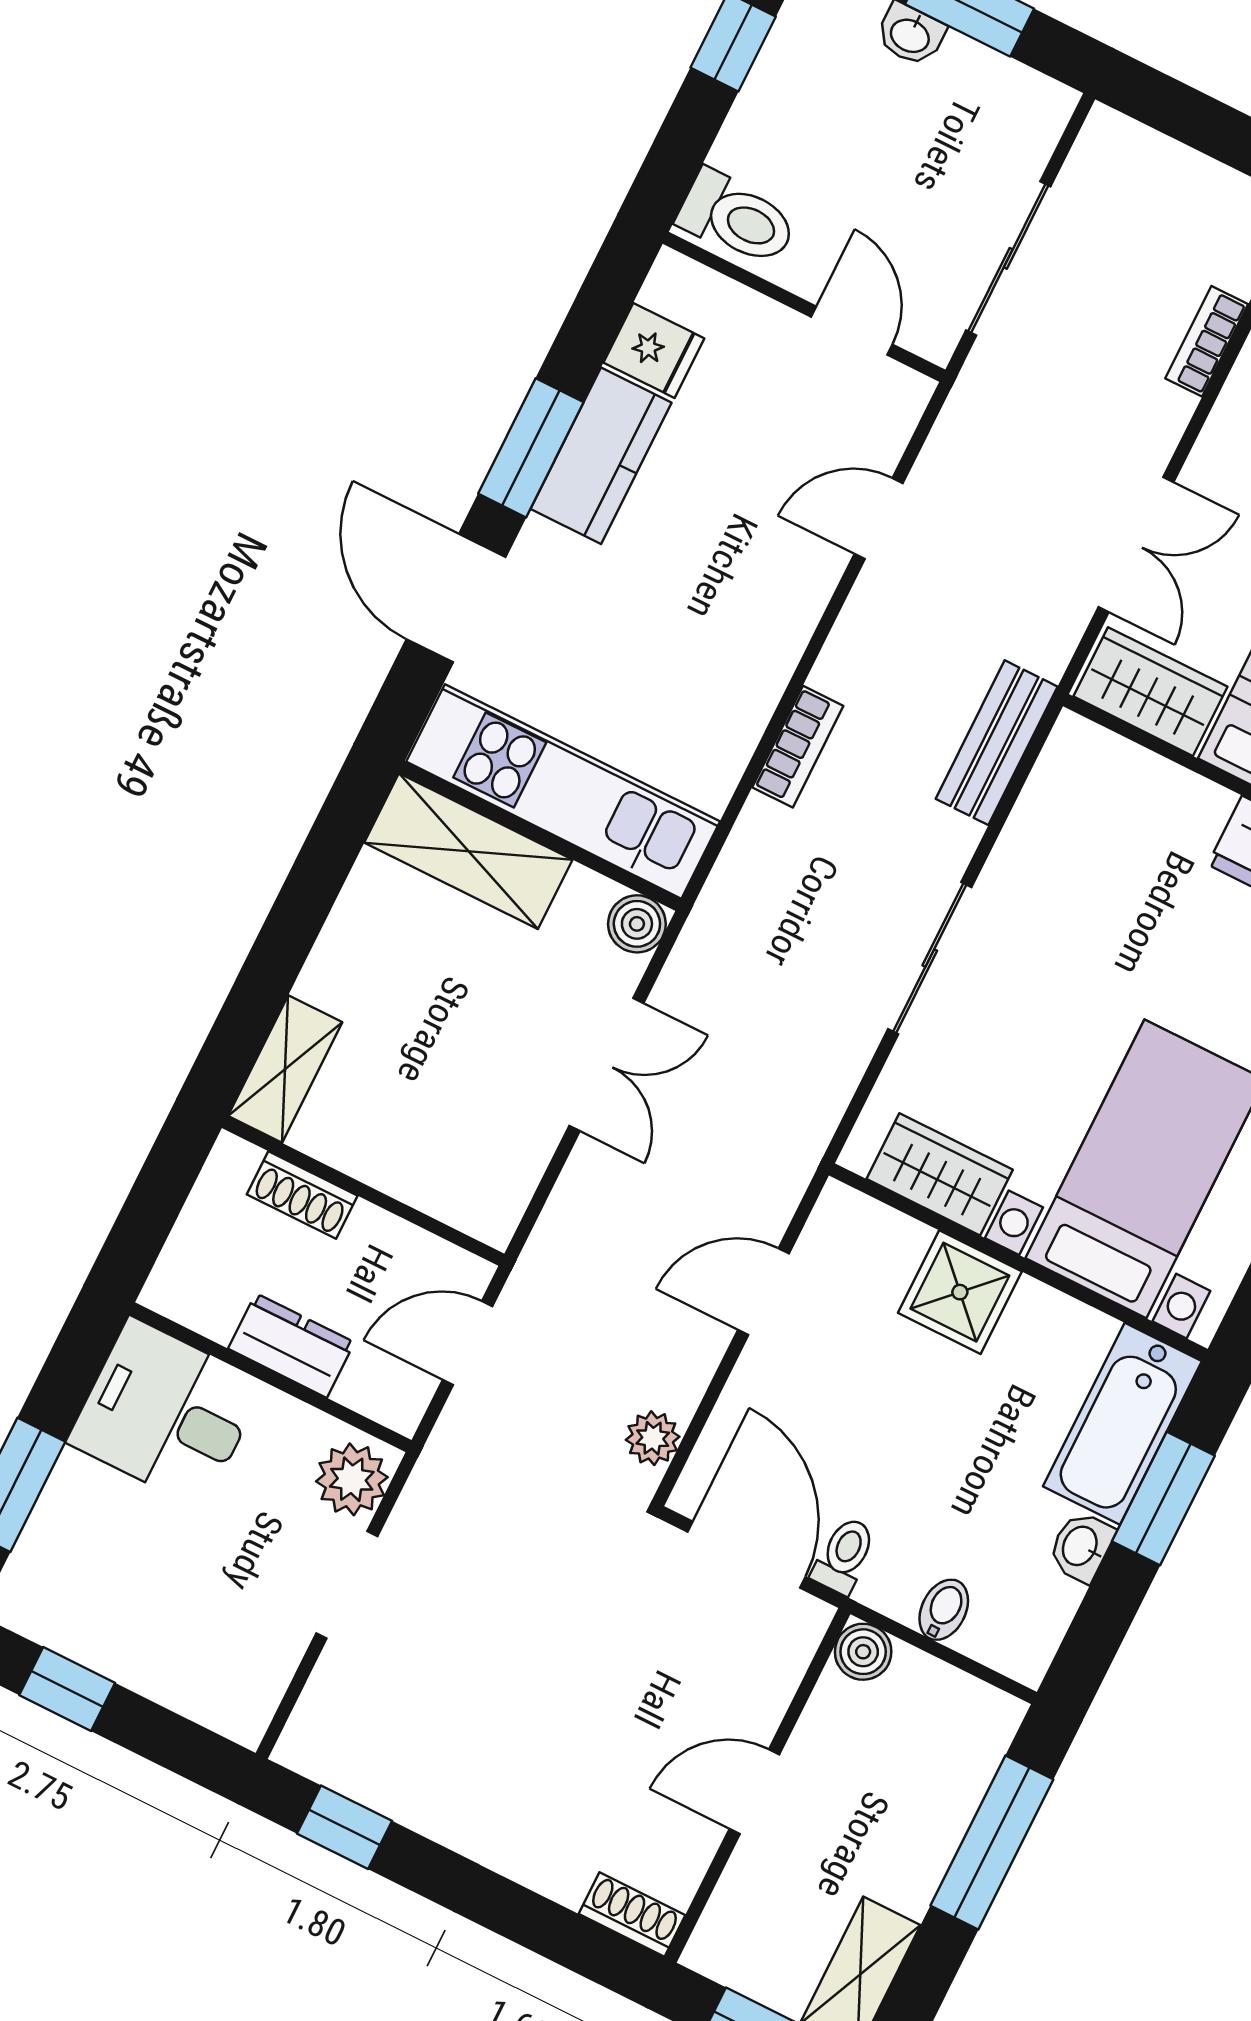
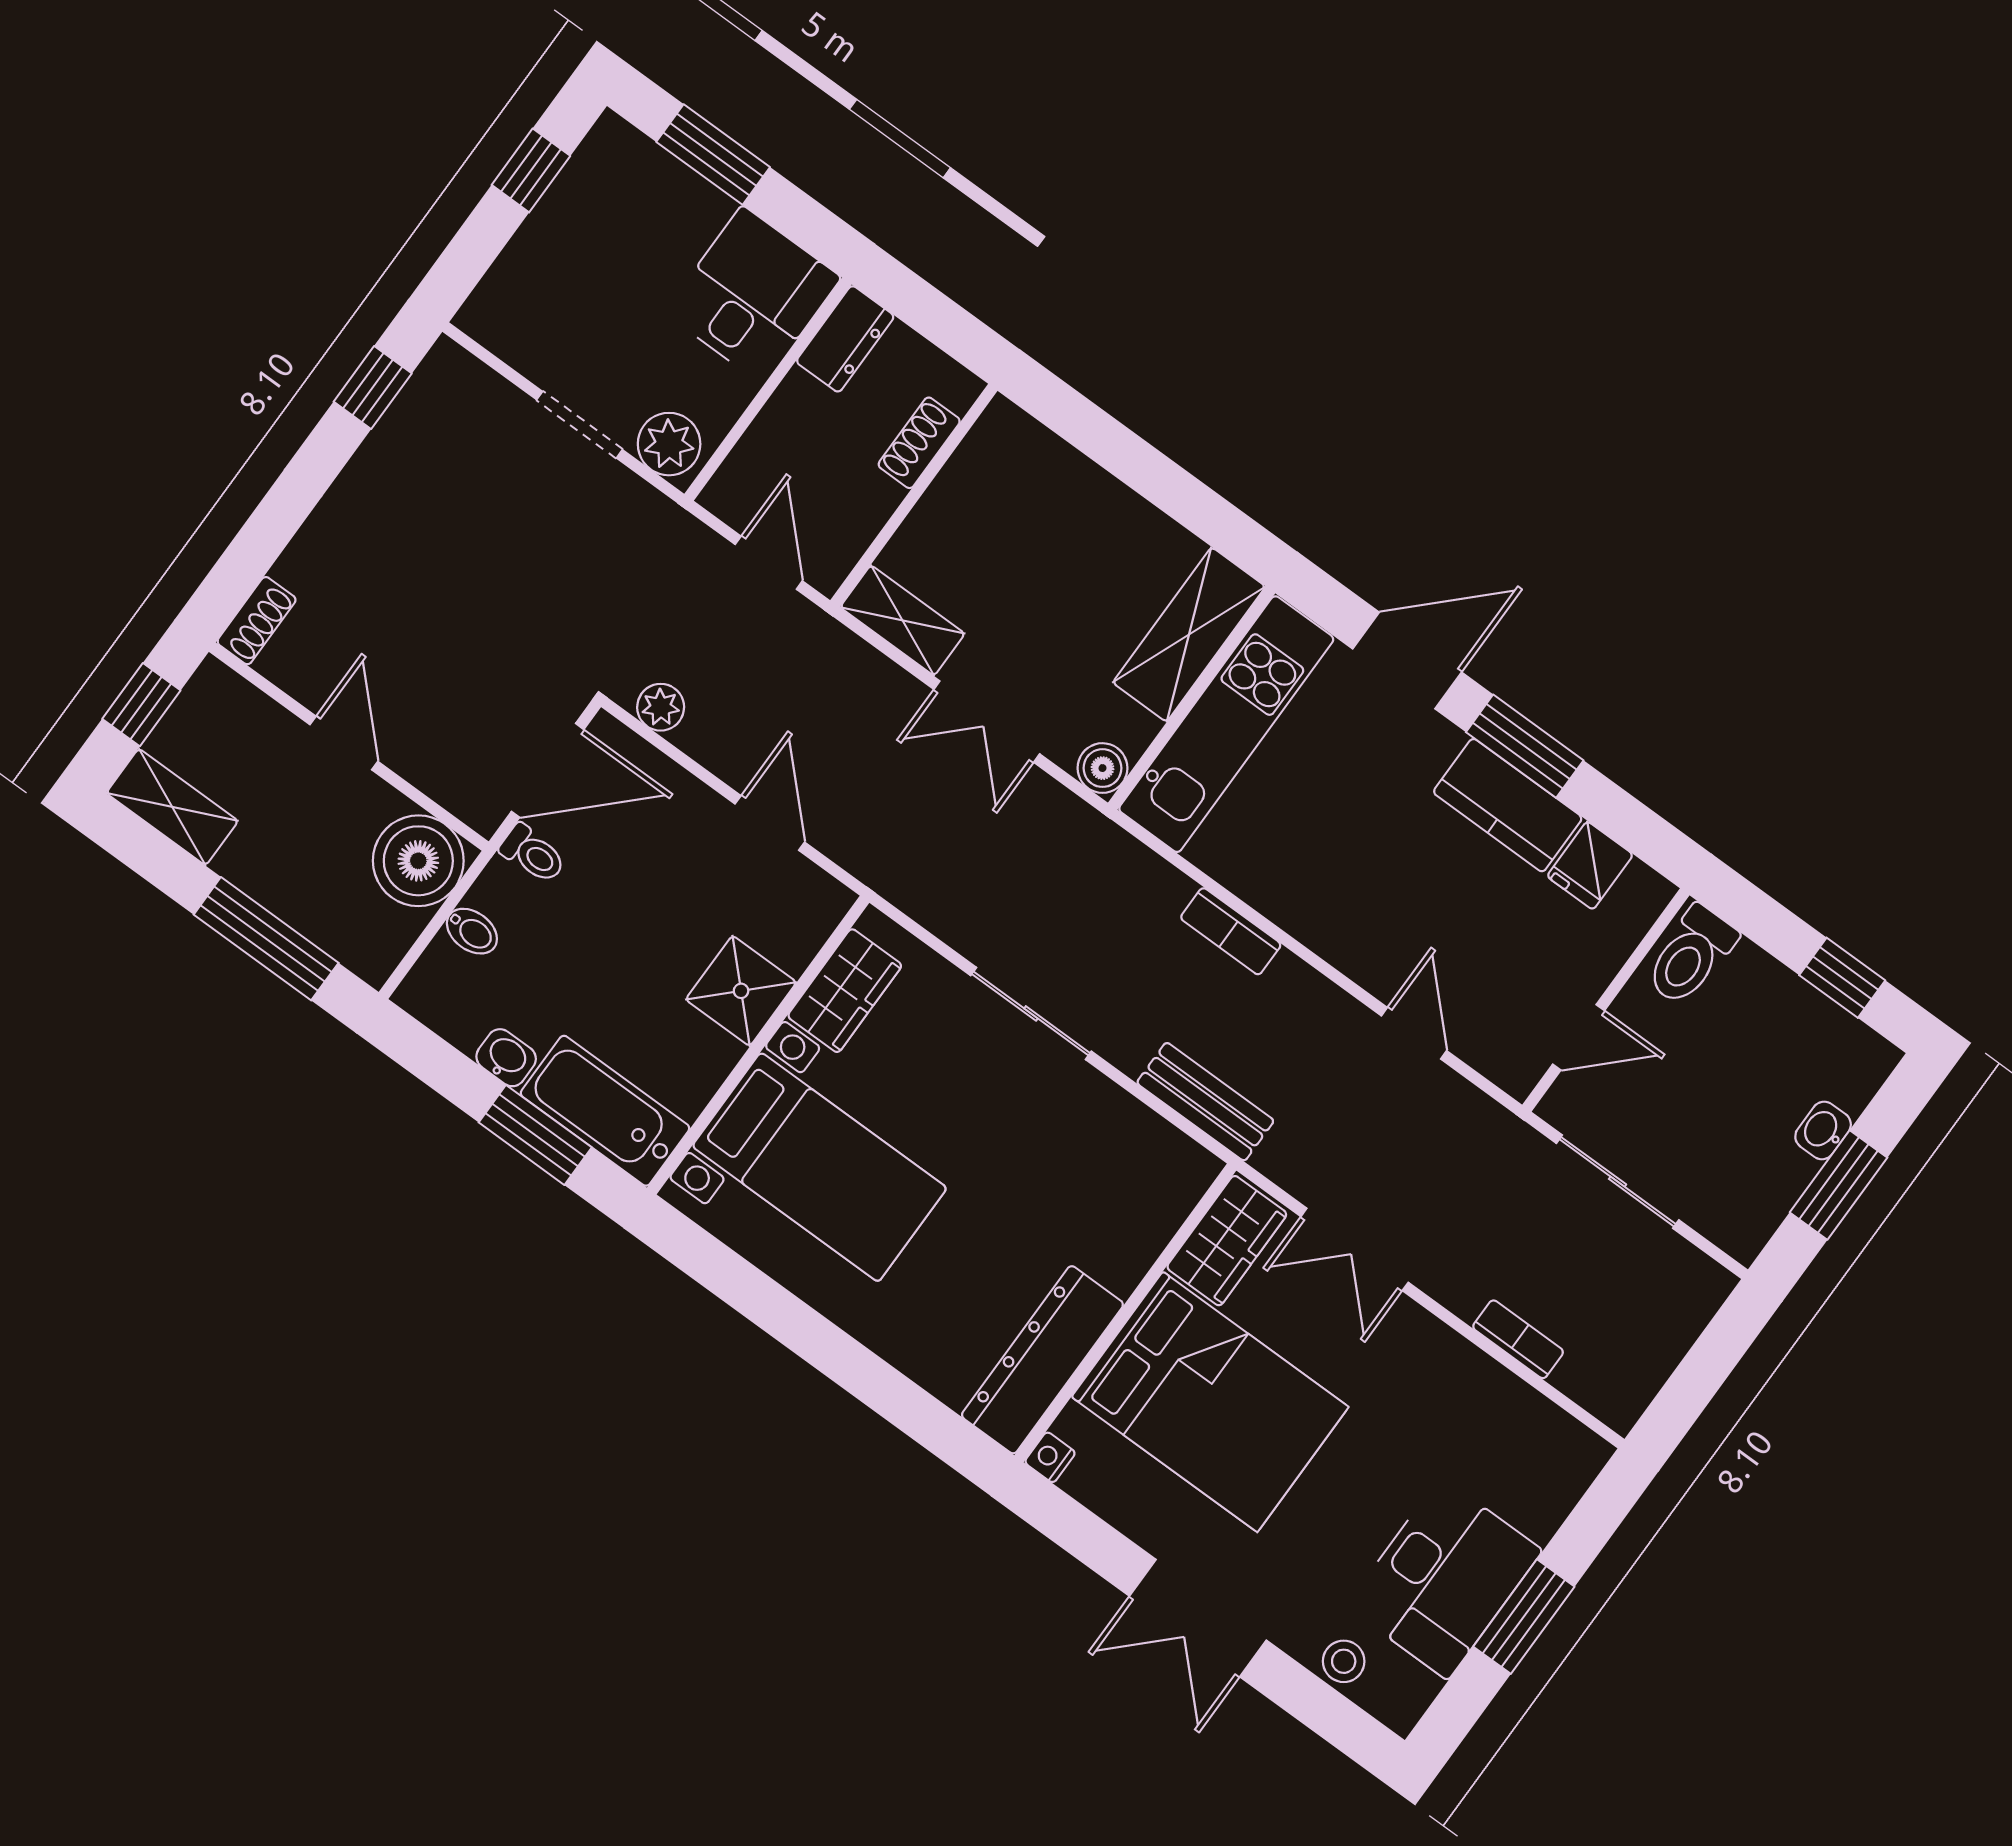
shelving: (285, 1069) -> (902, 620), moved
dresser: (291, 1346) -> (845, 339), moved
boiler: (863, 1652) -> (418, 861), width x1.86, depth x1.86

